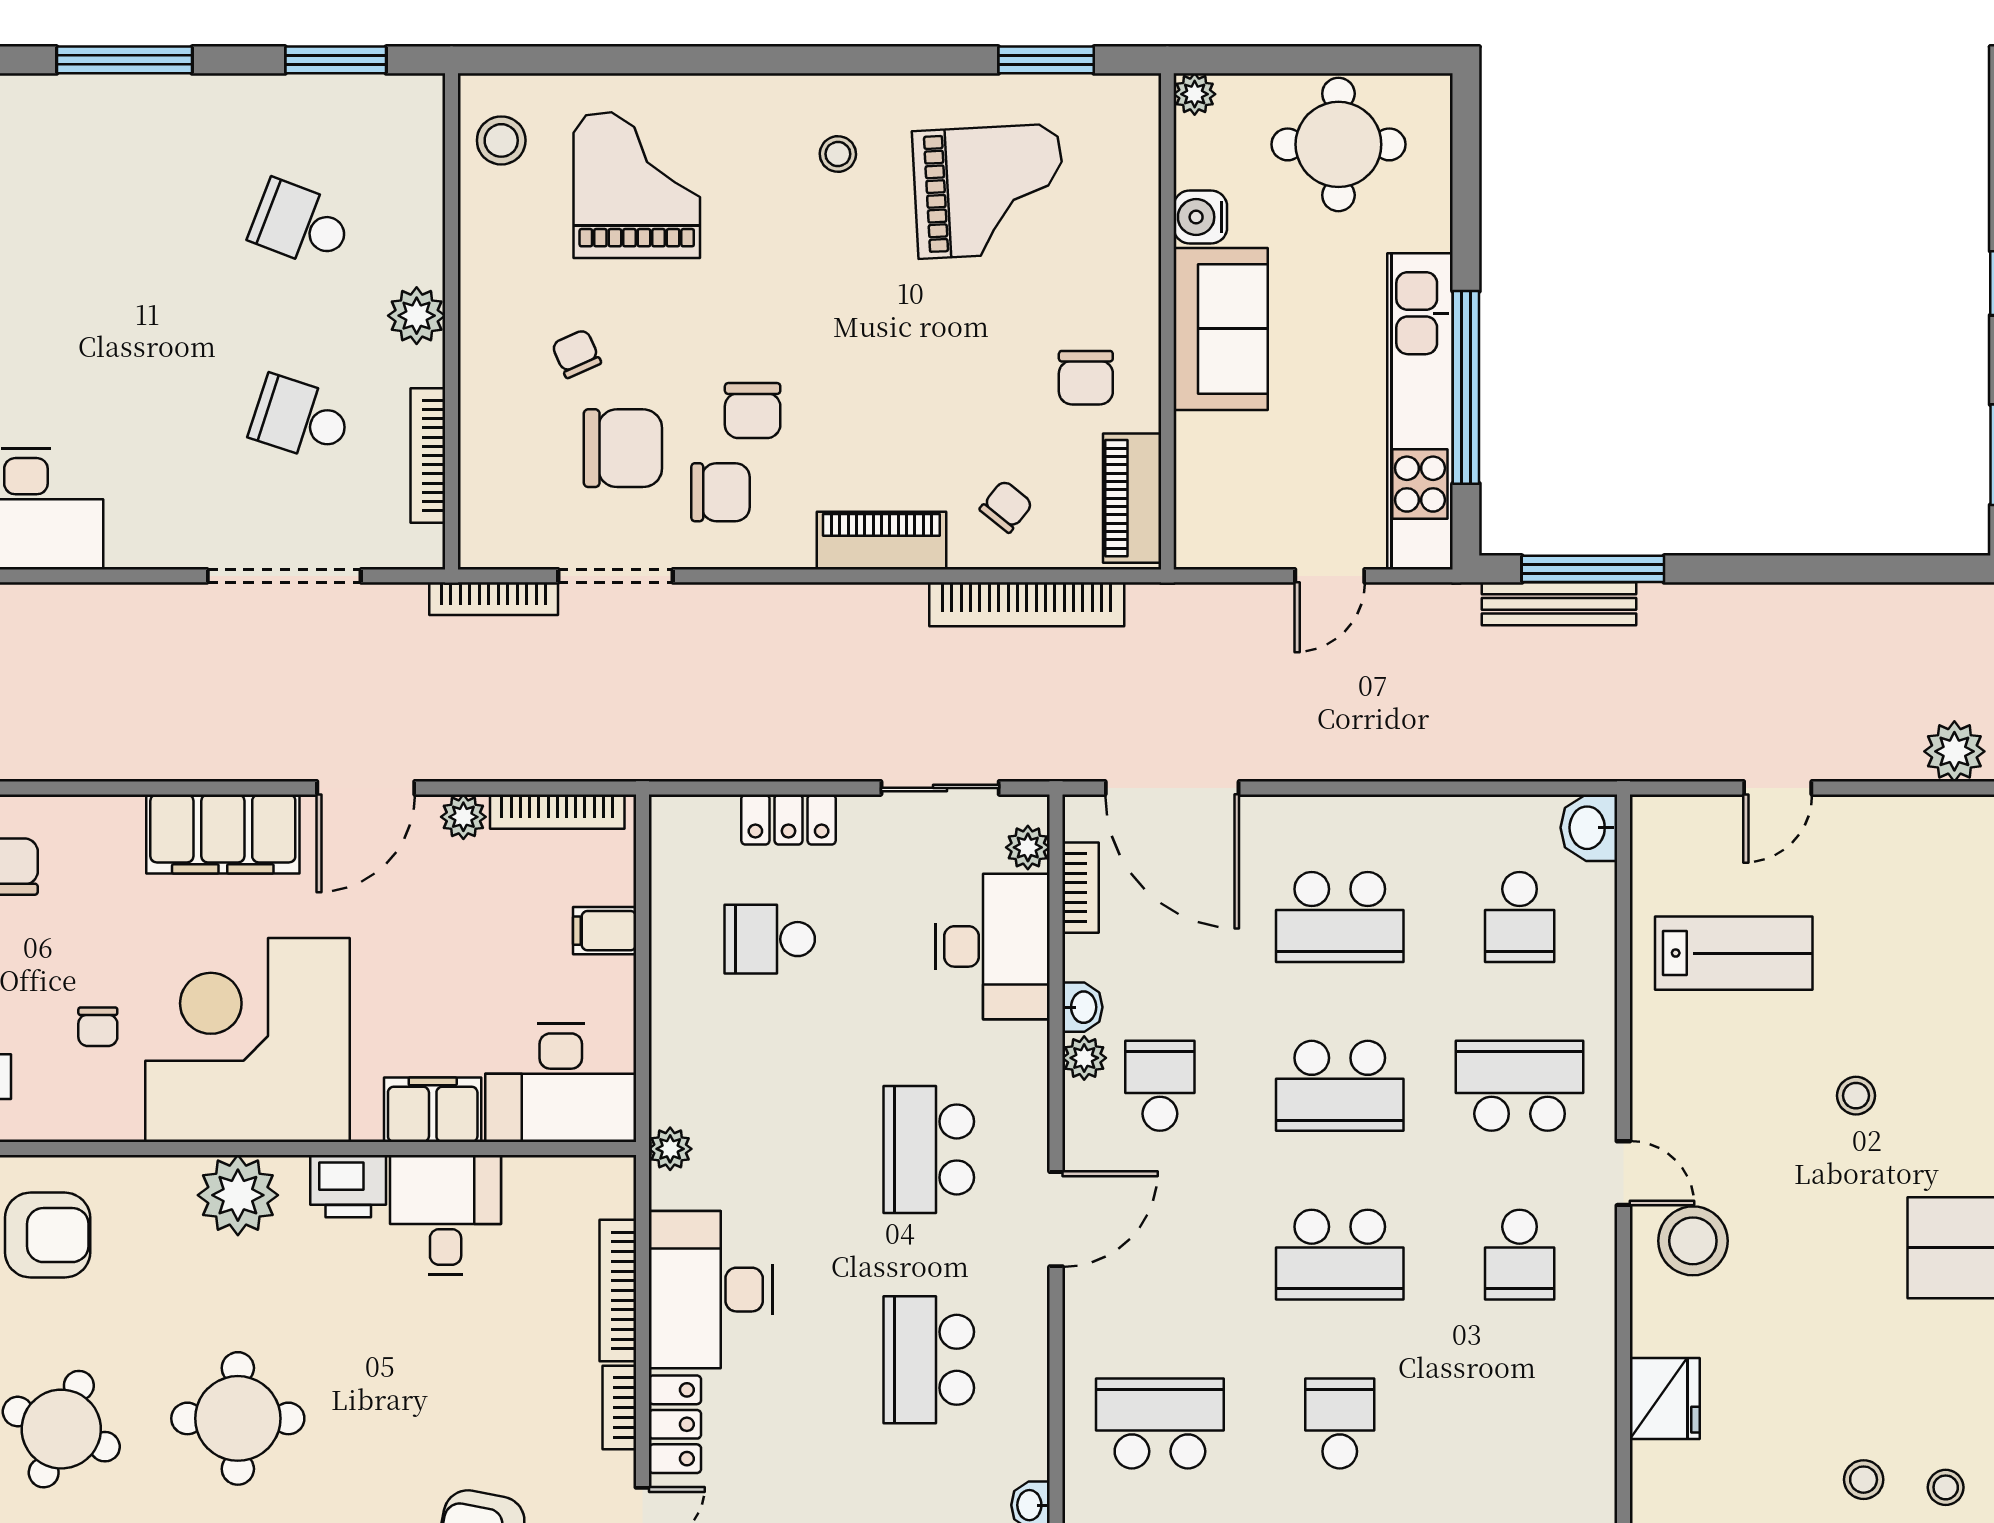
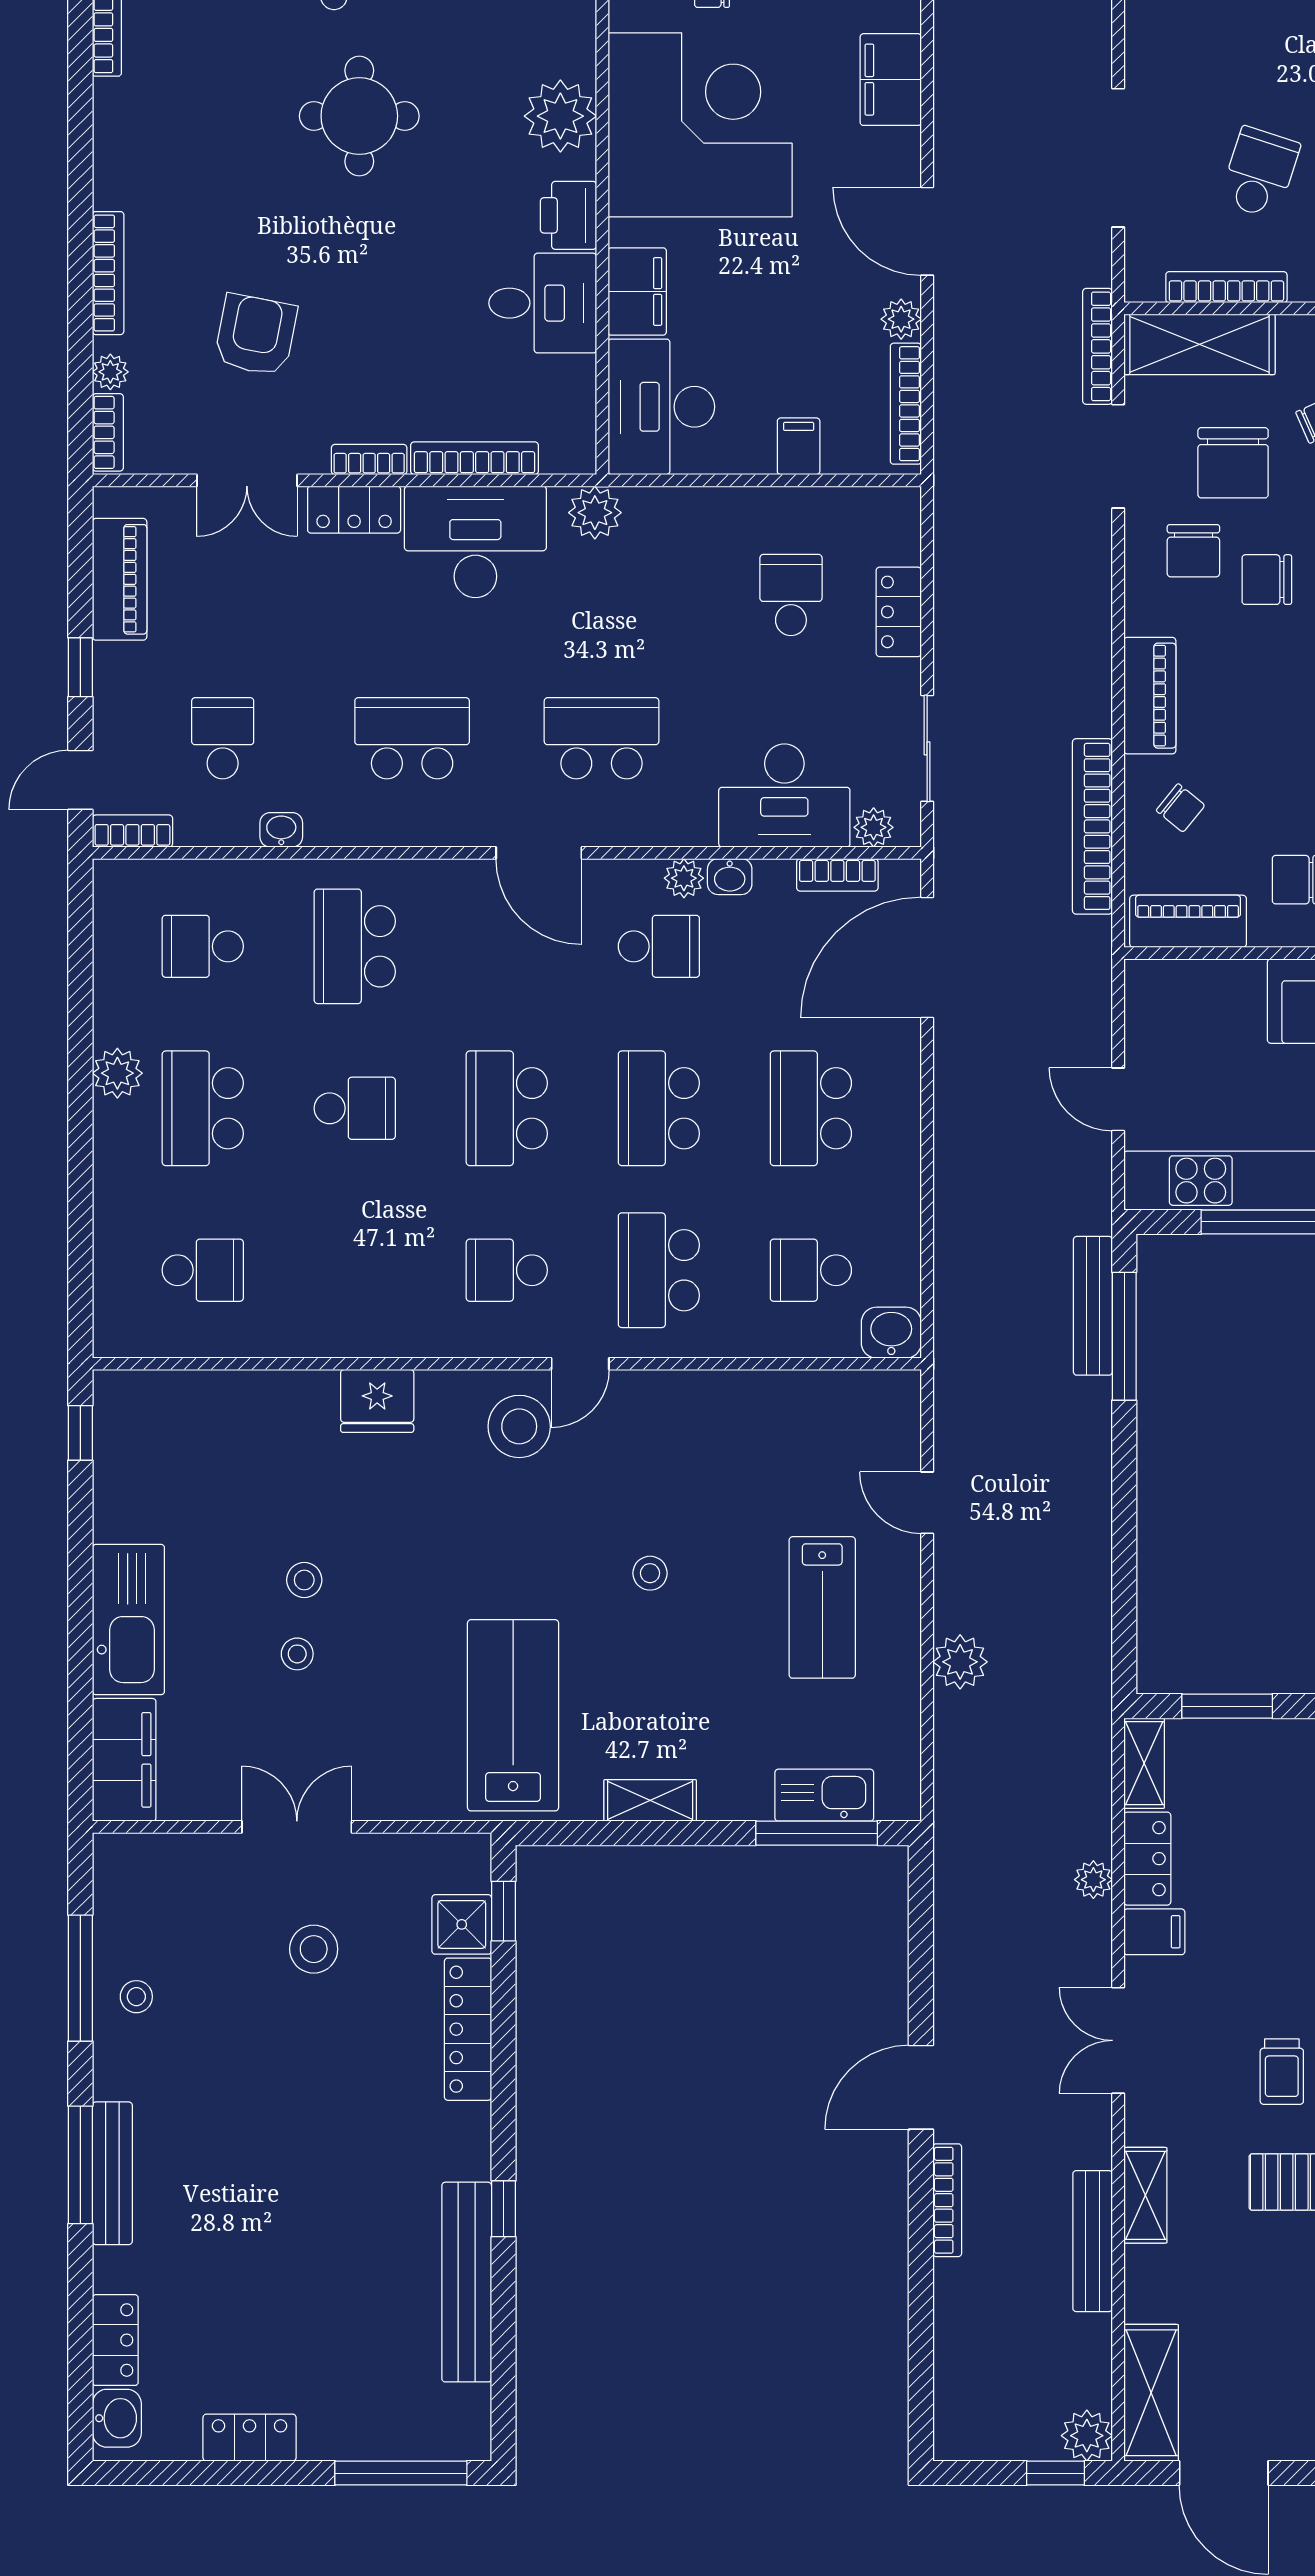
shelving: (491, 485) -> (1199, 344), added
filing cabinet: (223, 834) -> (891, 80), width x0.67, depth x0.86
lab bench: (1734, 953) -> (822, 1607), moved
school desk: (1520, 1086) -> (659, 1270), turned 180
plant: (670, 1149) -> (595, 513), width x1.38, depth x1.38
school desk: (1160, 1423) -> (355, 946), turned 180

